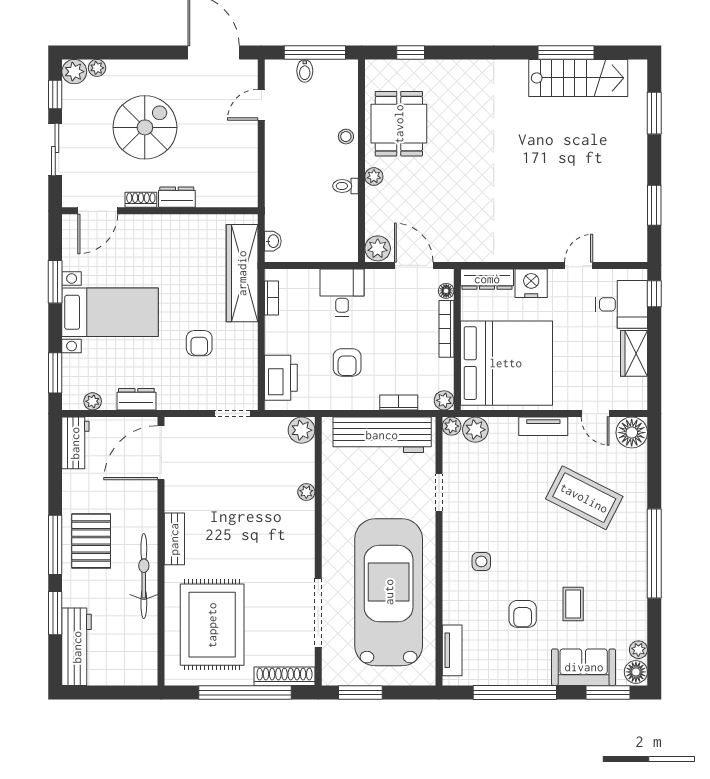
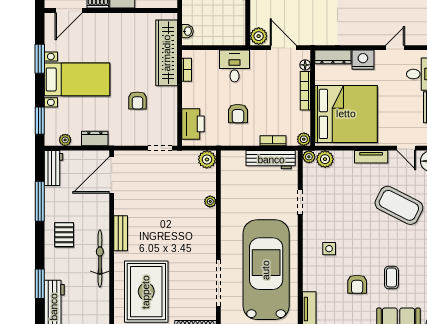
workbench: (382, 435) -> (271, 160), width x0.73, depth x0.76
pallet: (91, 541) -> (64, 235), width x0.67, depth x0.71
window: (55, 545) -> (40, 201), moved

